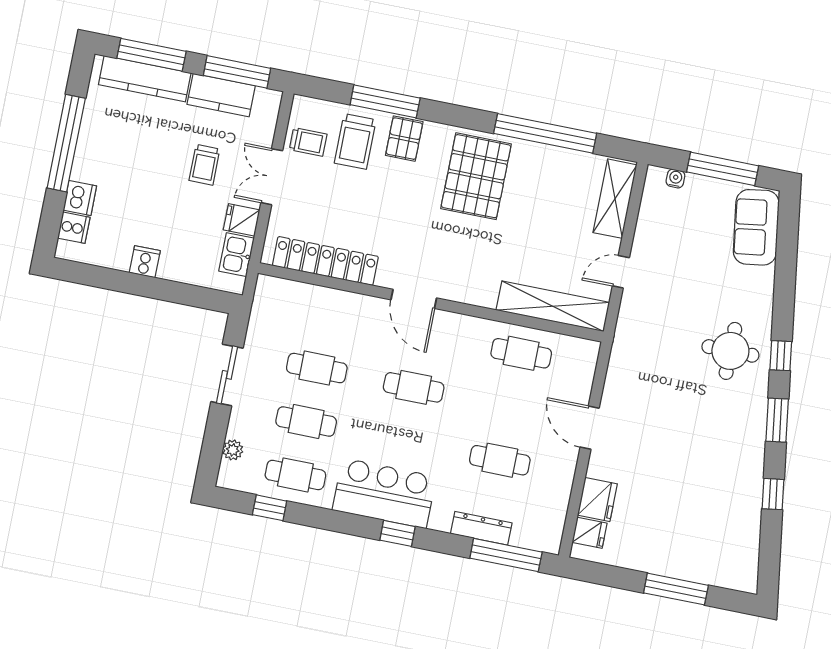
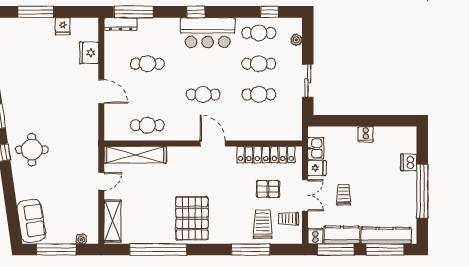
pallet: (404, 139) -> (268, 189), moved, turned 90
cooker: (74, 228) -> (315, 236), moved, turned 90
dresser: (481, 528) -> (121, 24), moved
fridge: (589, 533) -> (63, 26), moved, turned -90

